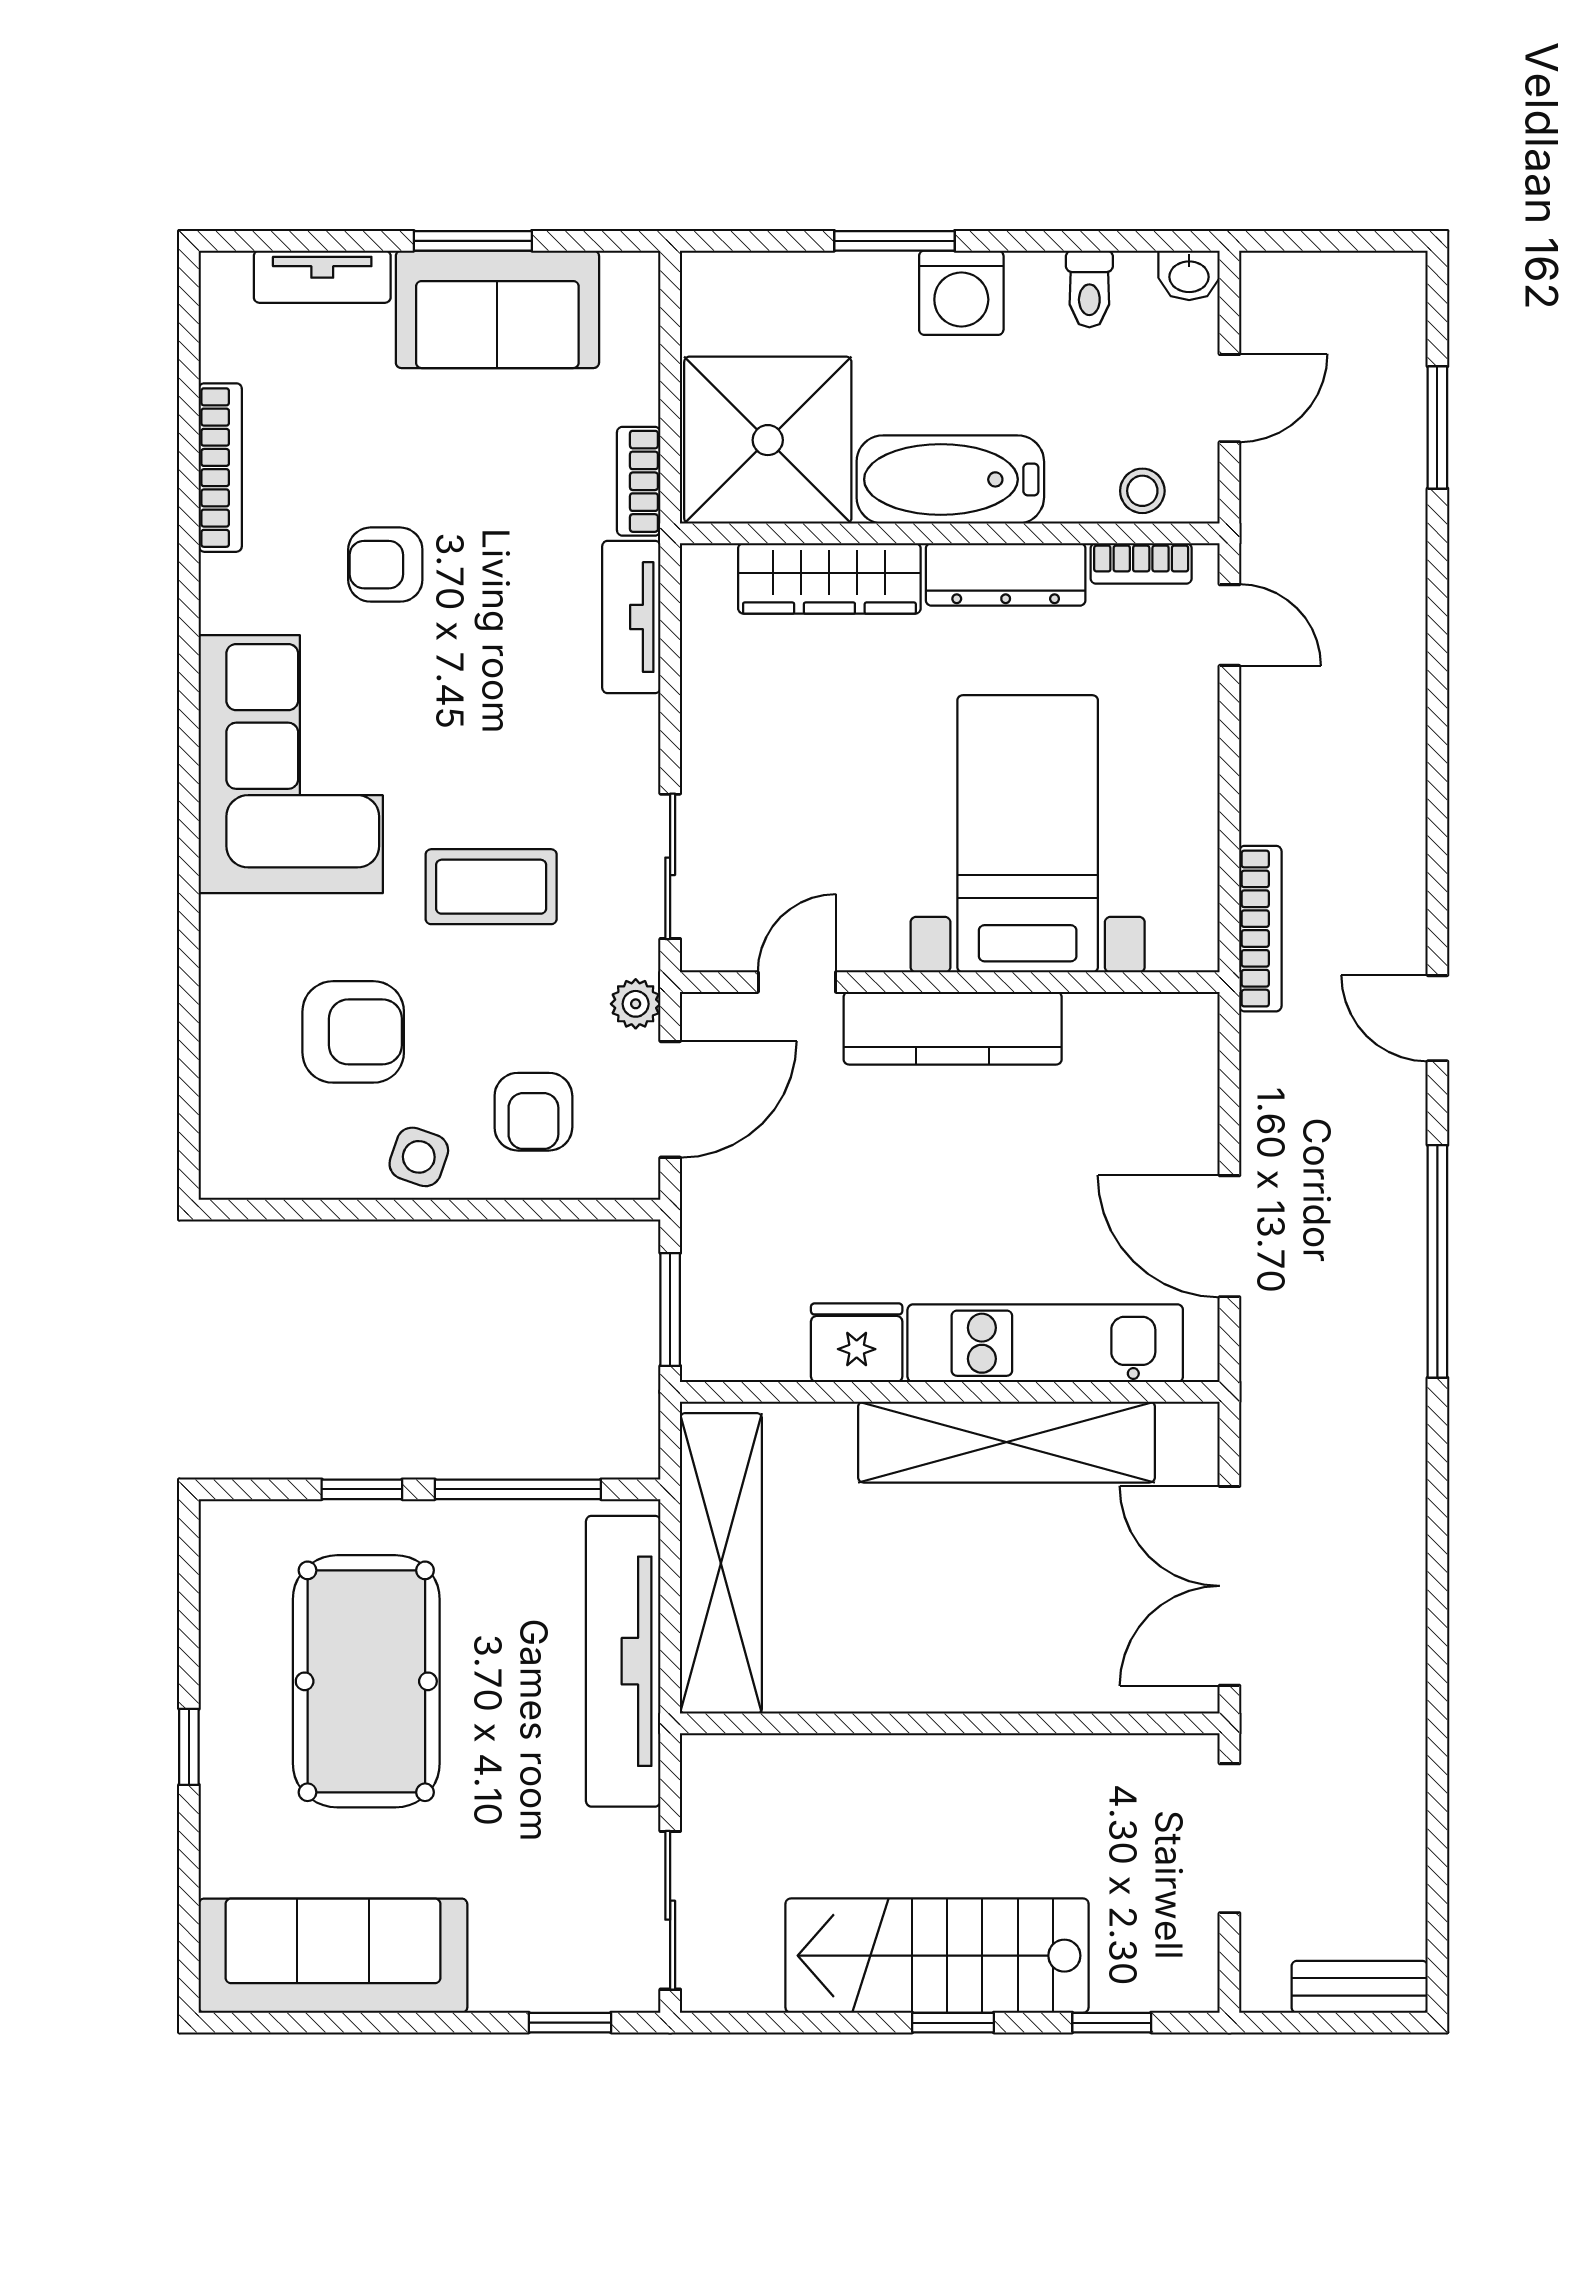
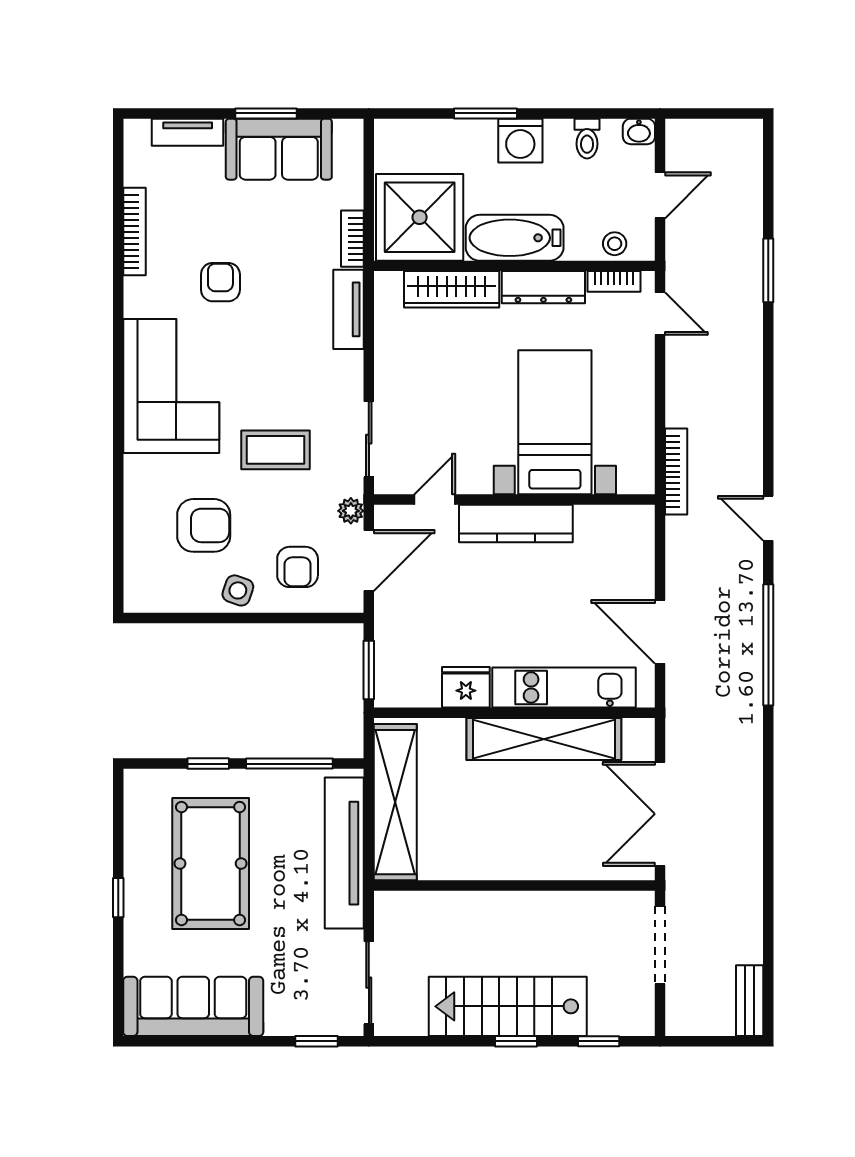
window: (1437, 427) -> (768, 270), moved
armchair: (385, 565) -> (220, 282), turned 90
bench: (1360, 1987) -> (750, 1001), moved, turned 90

